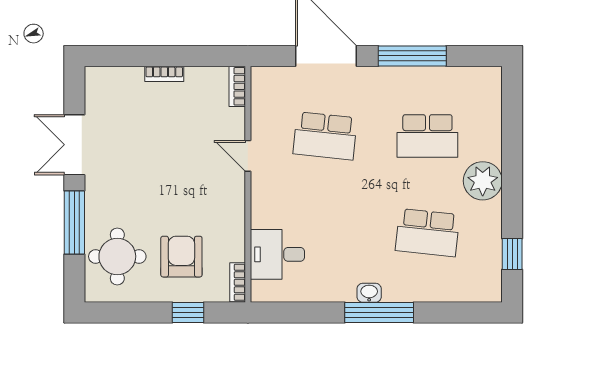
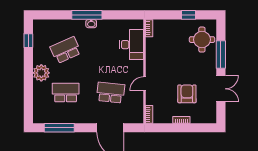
window: (412, 56) -> (59, 128), moved
door: (248, 156) -> (145, 84), swing flipped
school desk: (427, 233) -> (66, 50), turned -30
desk: (277, 254) -> (132, 45), width x1.37
armchair: (181, 257) -> (187, 94), moved, turned 180
window: (188, 313) -> (189, 15), moved

